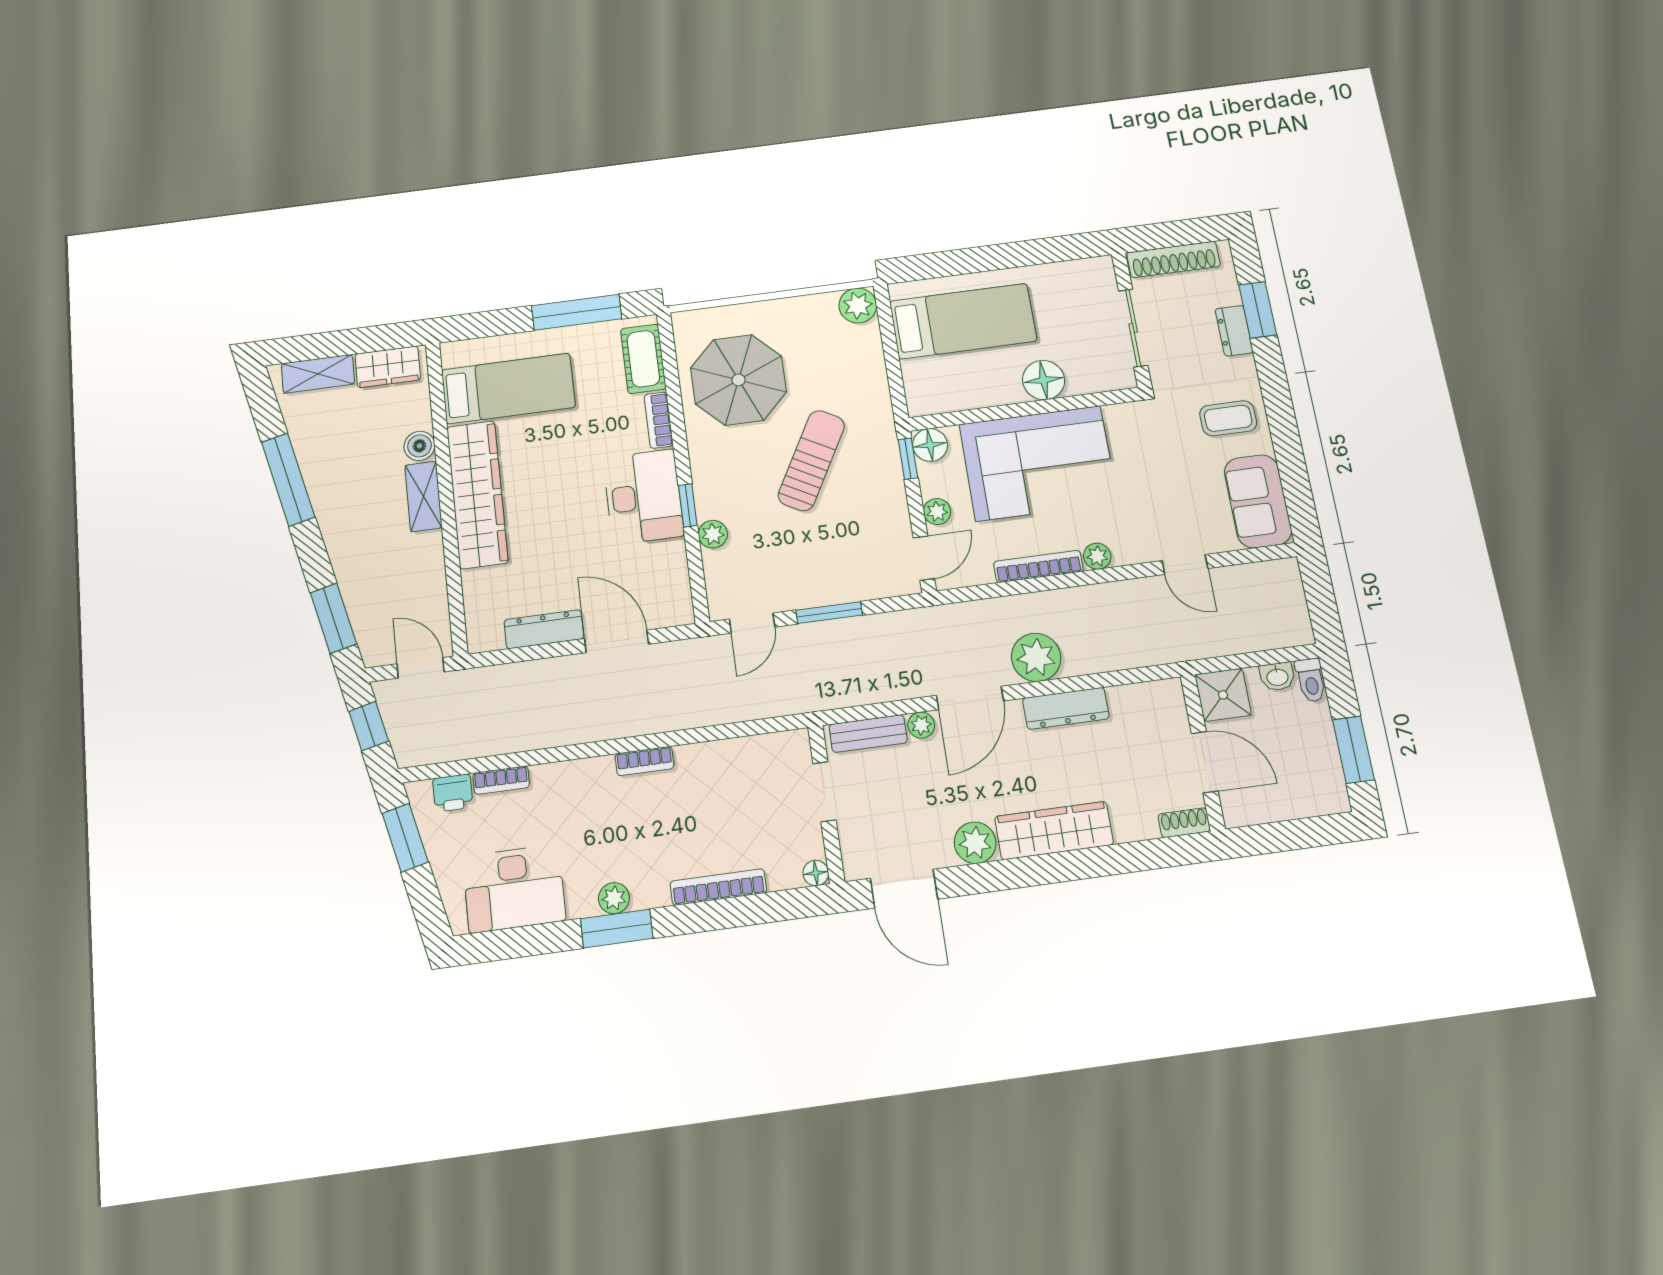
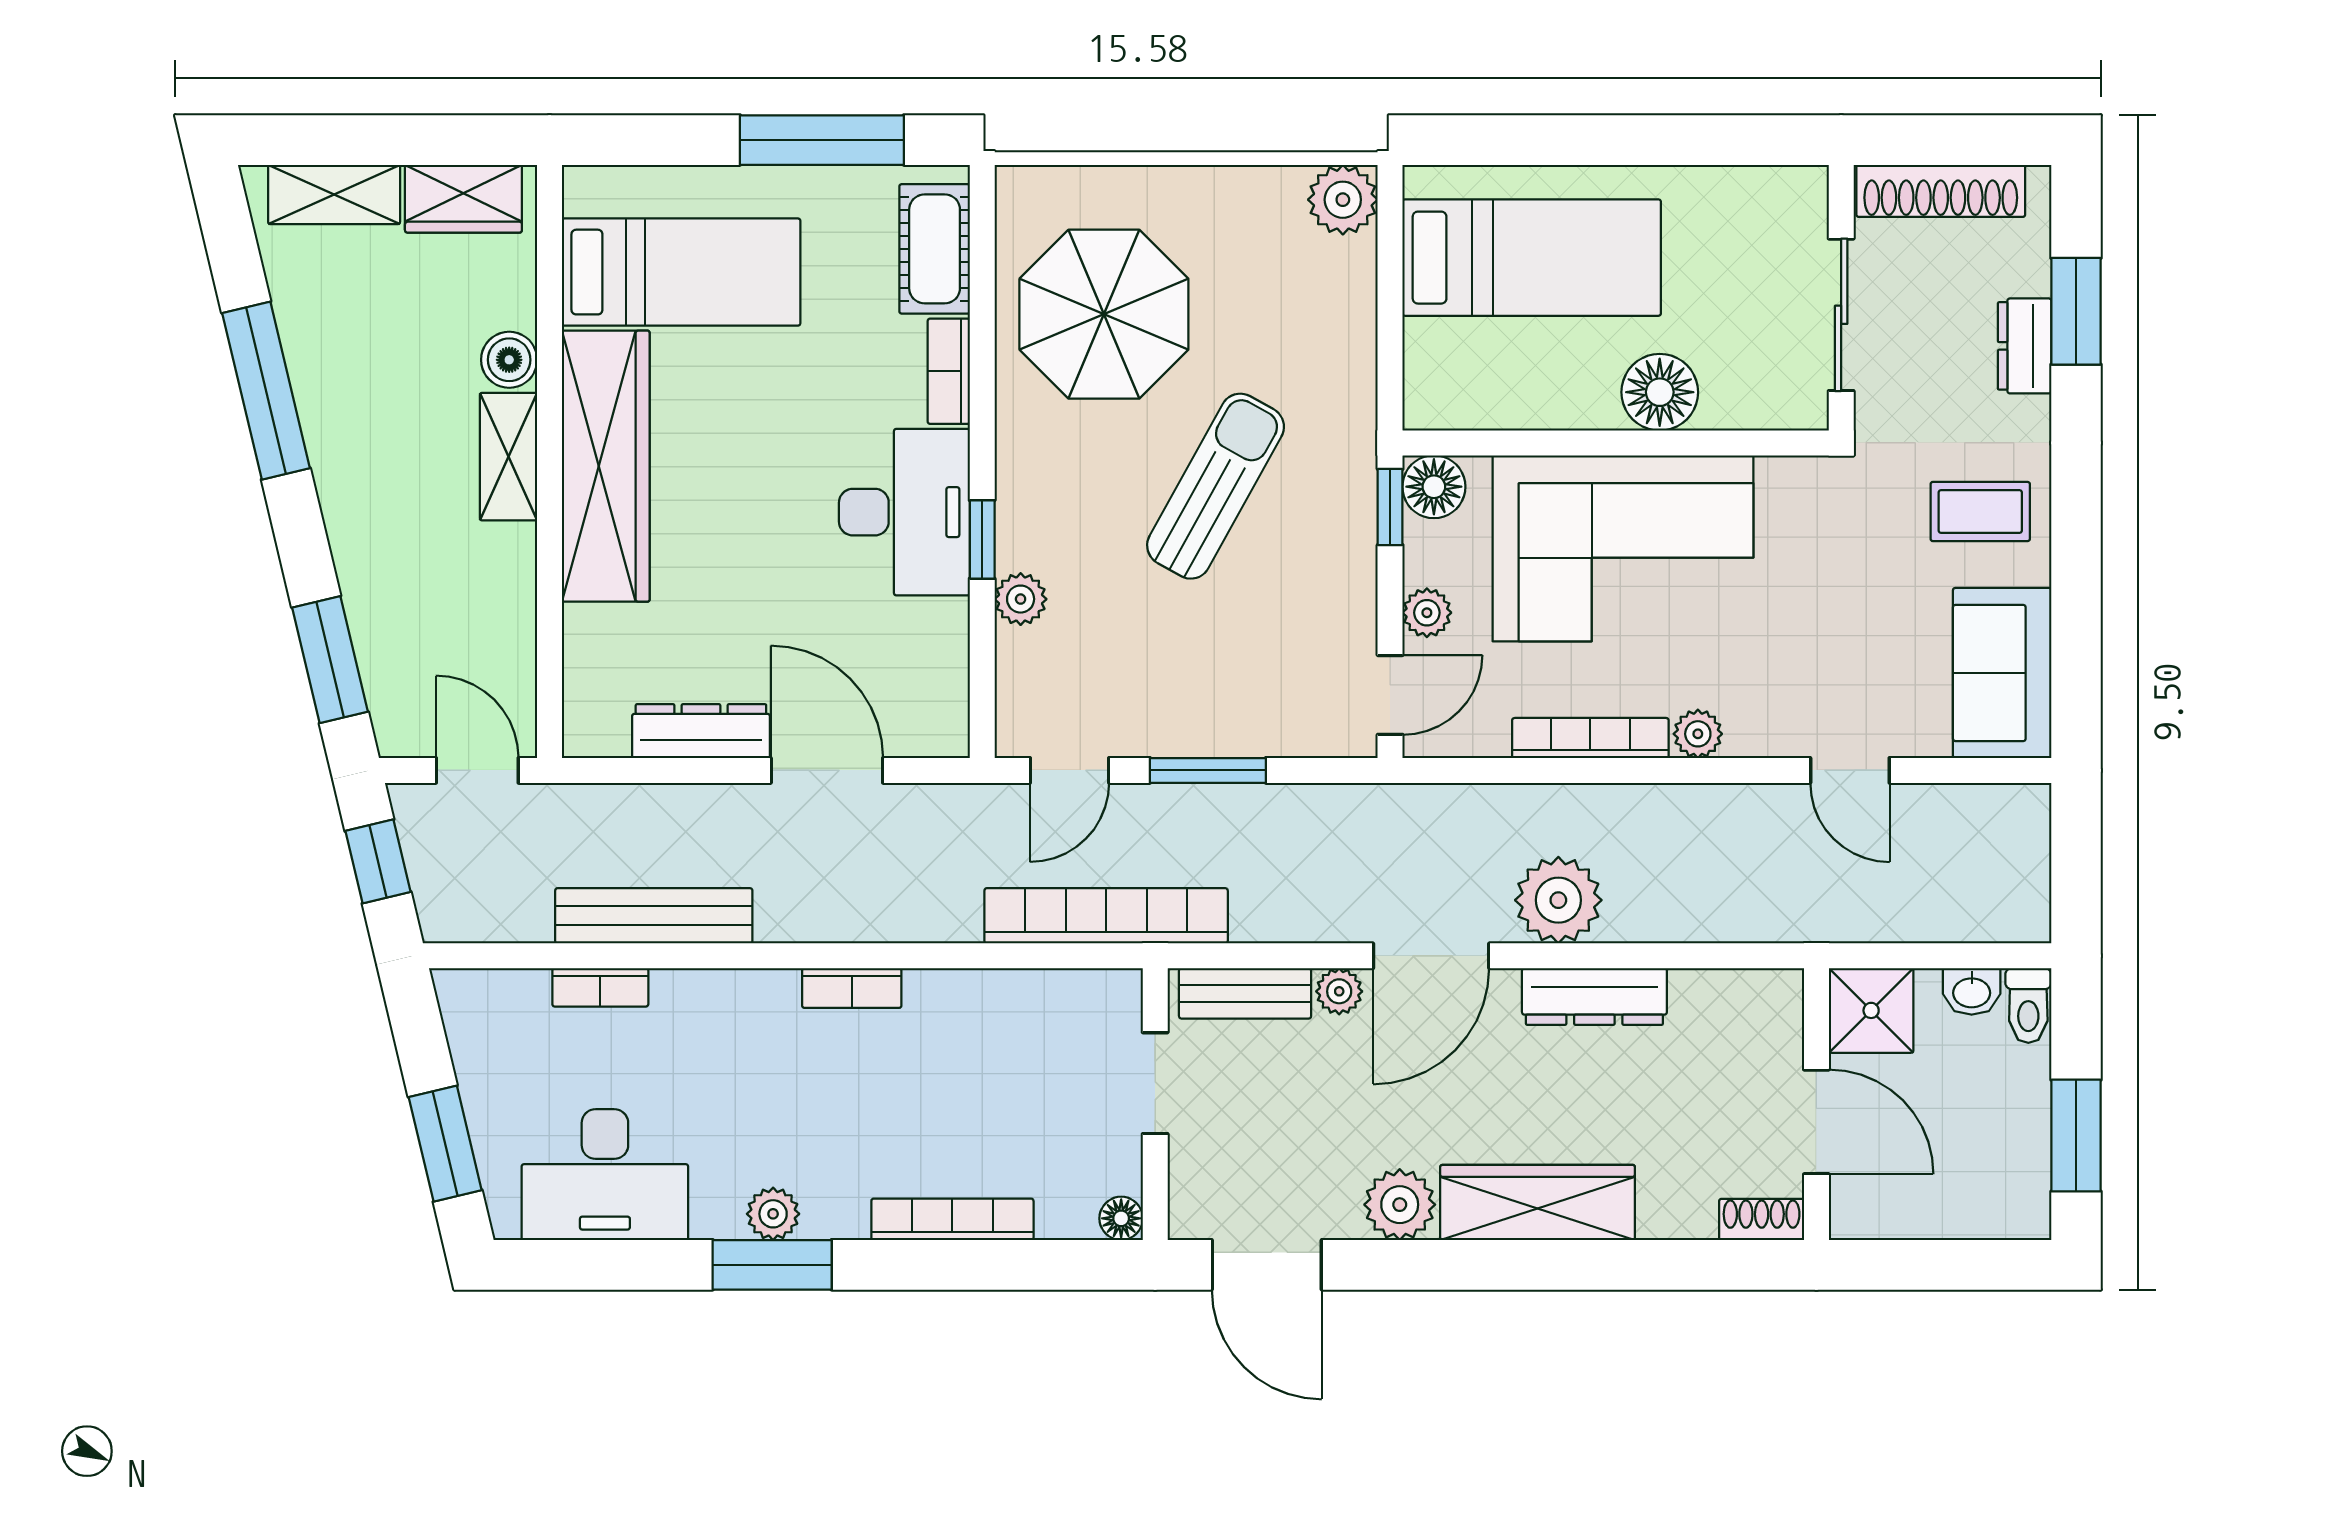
bookcase: (783, 701) -> (1106, 916), added
bench: (528, 735) -> (654, 916), added
printer: (453, 793) -> (515, 998), removed
window: (405, 838) -> (445, 1144), moved

